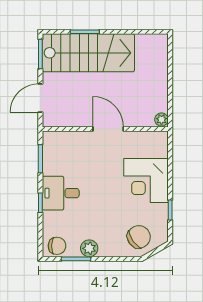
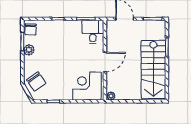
stairs: (88, 53) -> (153, 69), moved
corner desk: (146, 181) -> (87, 86), moved
desk: (61, 193) -> (93, 32), moved

